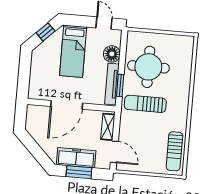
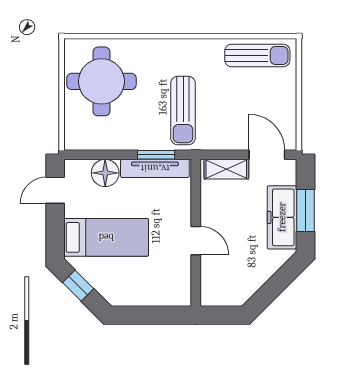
round table: (148, 67) -> (101, 81), moved
door: (67, 105) -> (196, 241), width x0.53
door: (114, 152) -> (267, 155), hinge flipped

